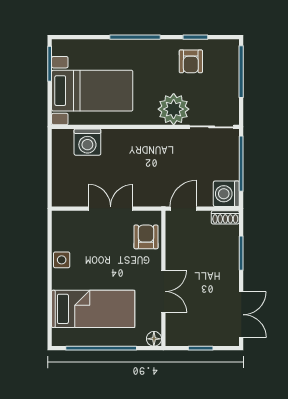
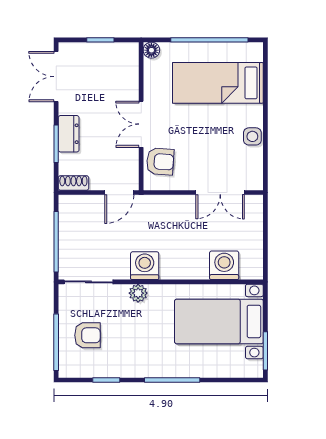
armchair: (191, 61) -> (87, 335), moved, turned 90
plant: (174, 109) -> (138, 293), width x0.53, depth x0.53
washing machine: (226, 194) -> (145, 266), moved, turned -90
double door: (111, 209) -> (220, 192), moved
armchair: (146, 237) -> (160, 162), turned -86
dresser: (230, 262) -> (69, 134), added
double door: (163, 291) -> (141, 124), moved

